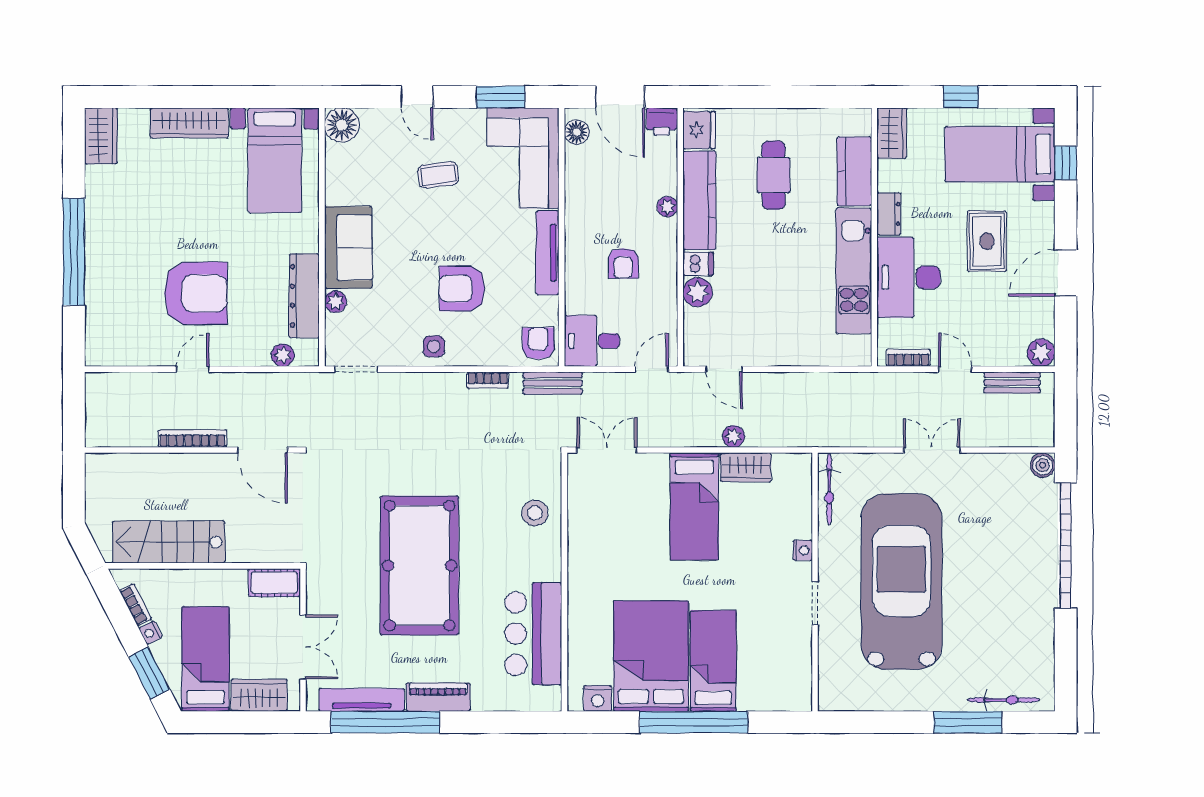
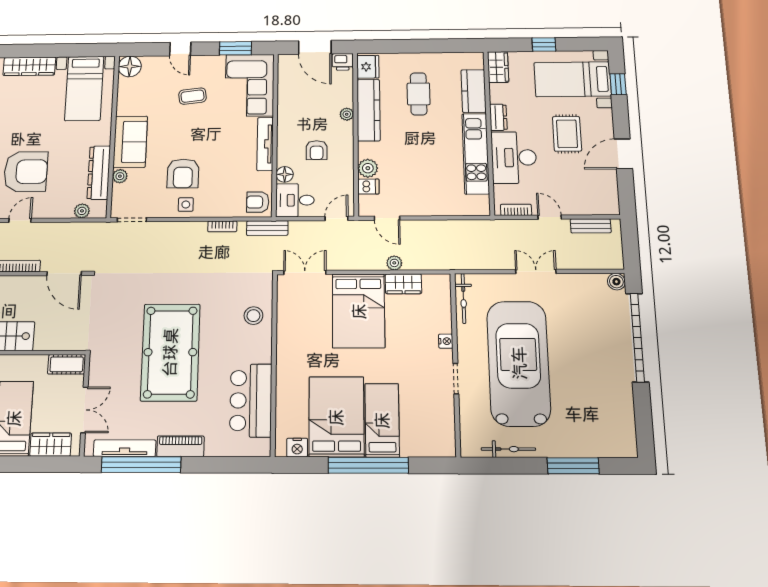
floor lamp: (577, 132) -> (285, 174), moved
dishwasher: (698, 264) -> (368, 187), moved
armchair: (462, 289) -> (183, 173), moved, turned -90
armchair: (538, 343) -> (258, 202), turned -90
plant: (1041, 353) -> (610, 206), removed
bed: (694, 506) -> (359, 311), width x1.50
bicycle: (1003, 700) -> (508, 449), moved

